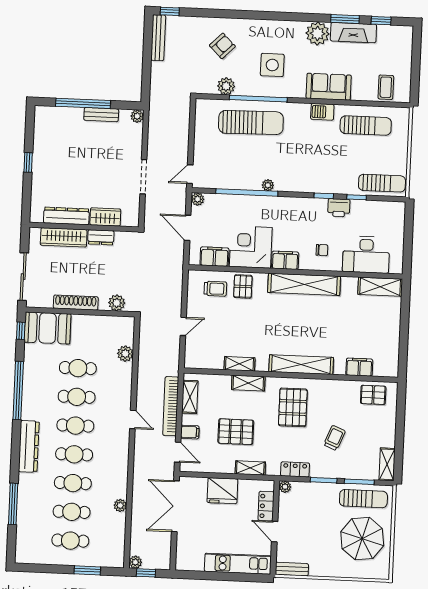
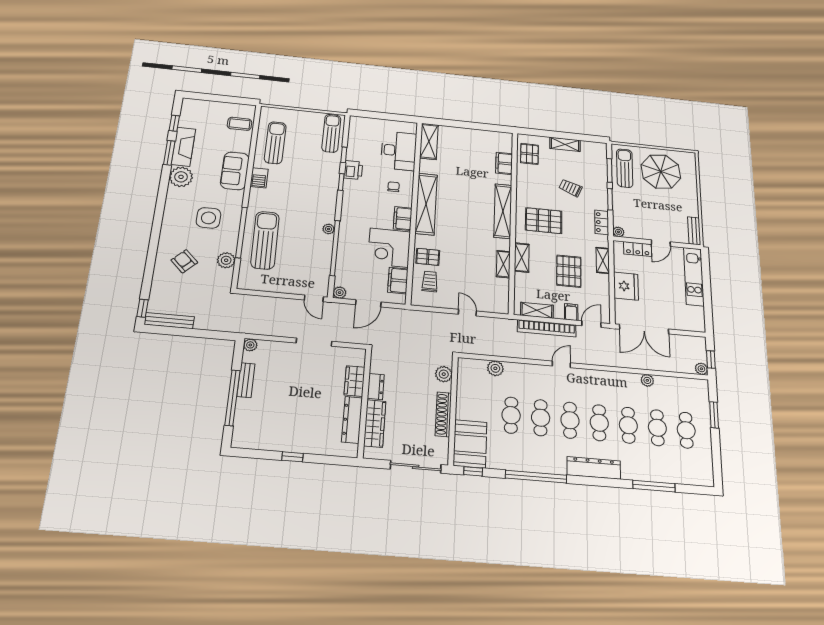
shelving: (387, 464) -> (565, 144), moved

